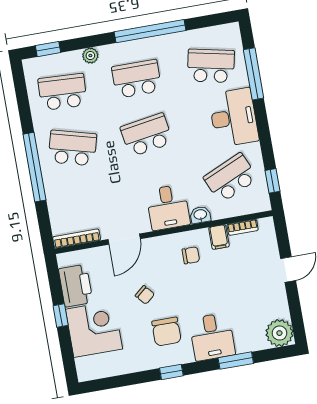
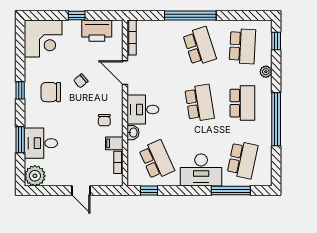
school desk: (72, 148) -> (199, 46), turned -33
corner desk: (94, 329) -> (43, 39), moved
desk: (212, 337) -> (41, 143), moved

